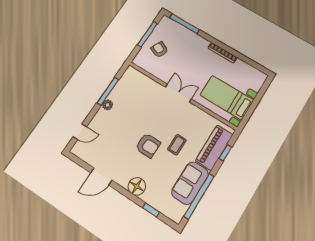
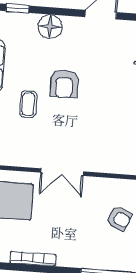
armchair: (148, 145) -> (64, 84), turned -90

